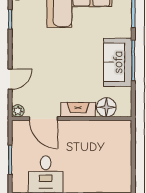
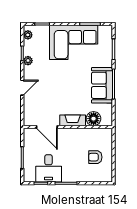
door: (10, 79) -> (22, 88), moved
plant: (18, 111) -> (28, 61), moved
armchair: (109, 159) -> (95, 157), added

